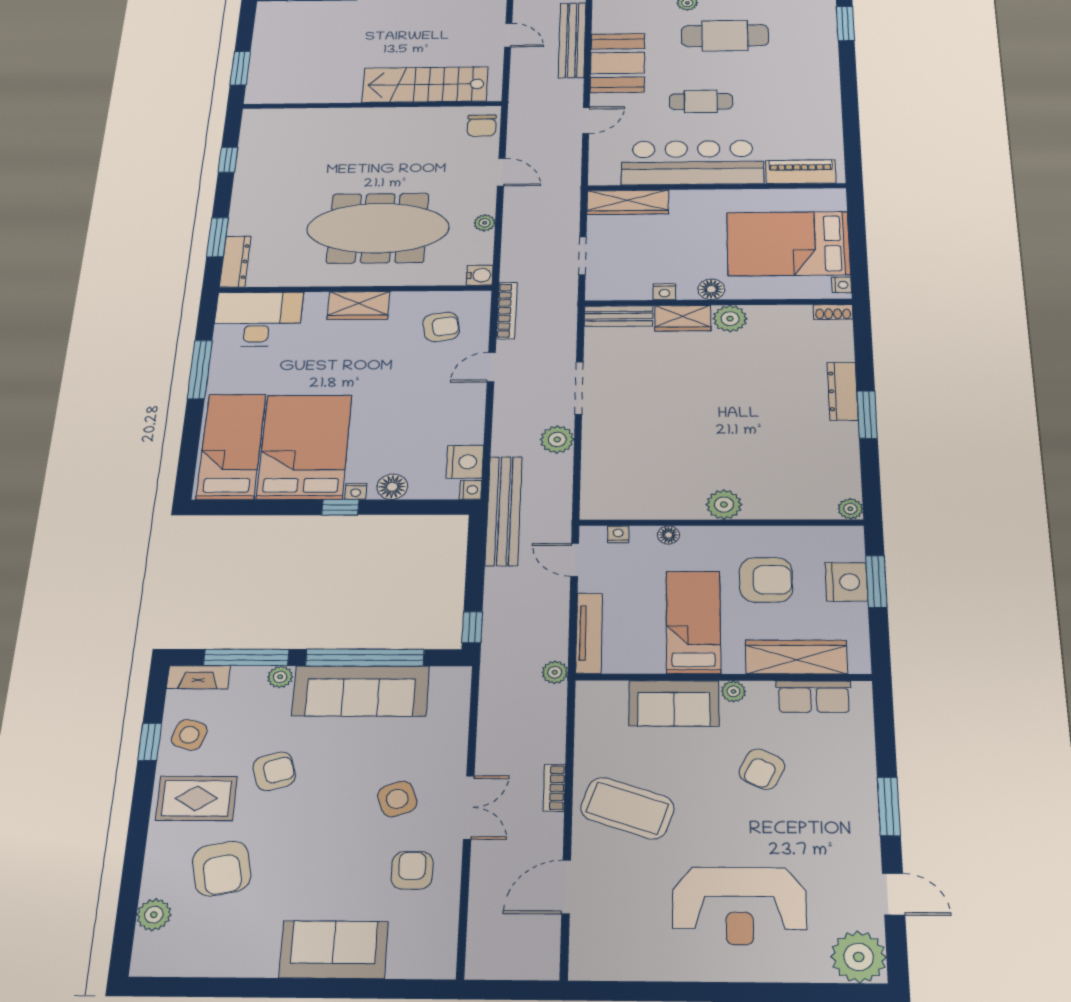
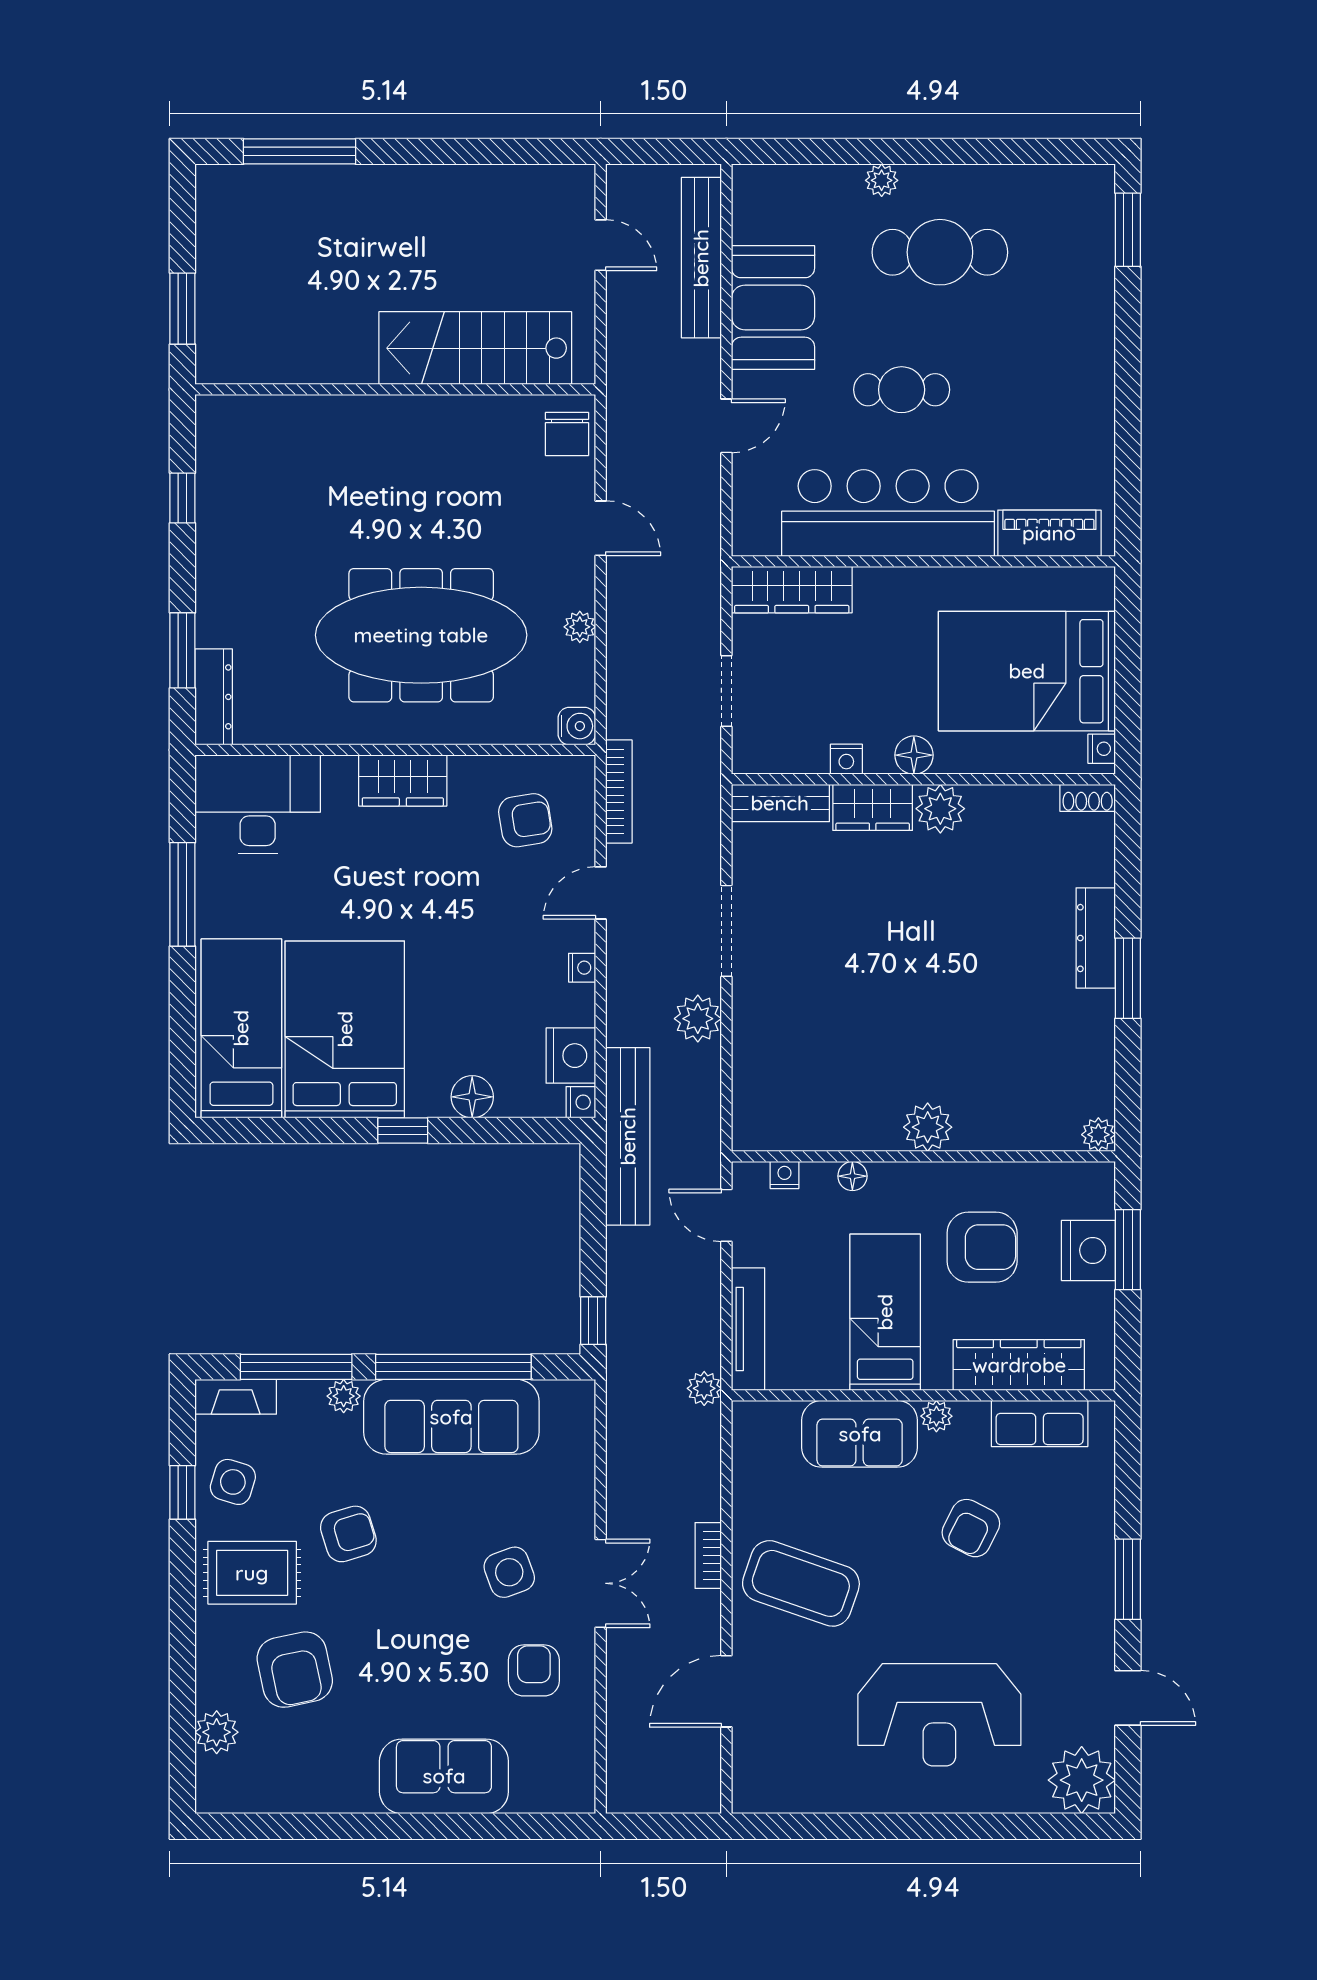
nightstand: (356, 491) -> (582, 968), moved, turned -90

